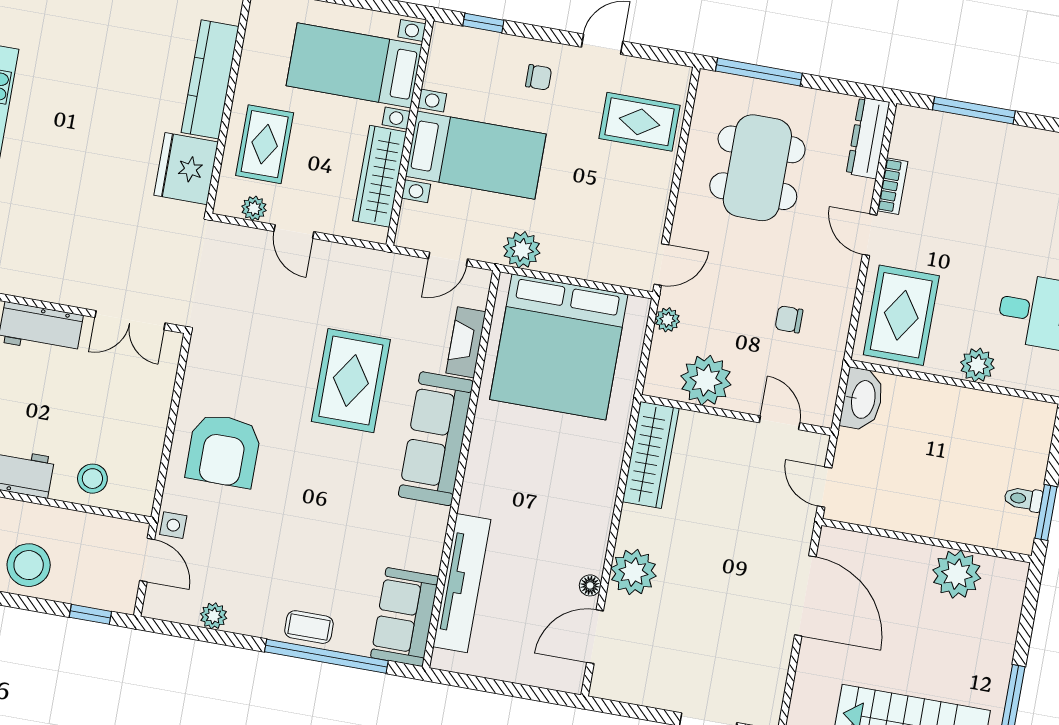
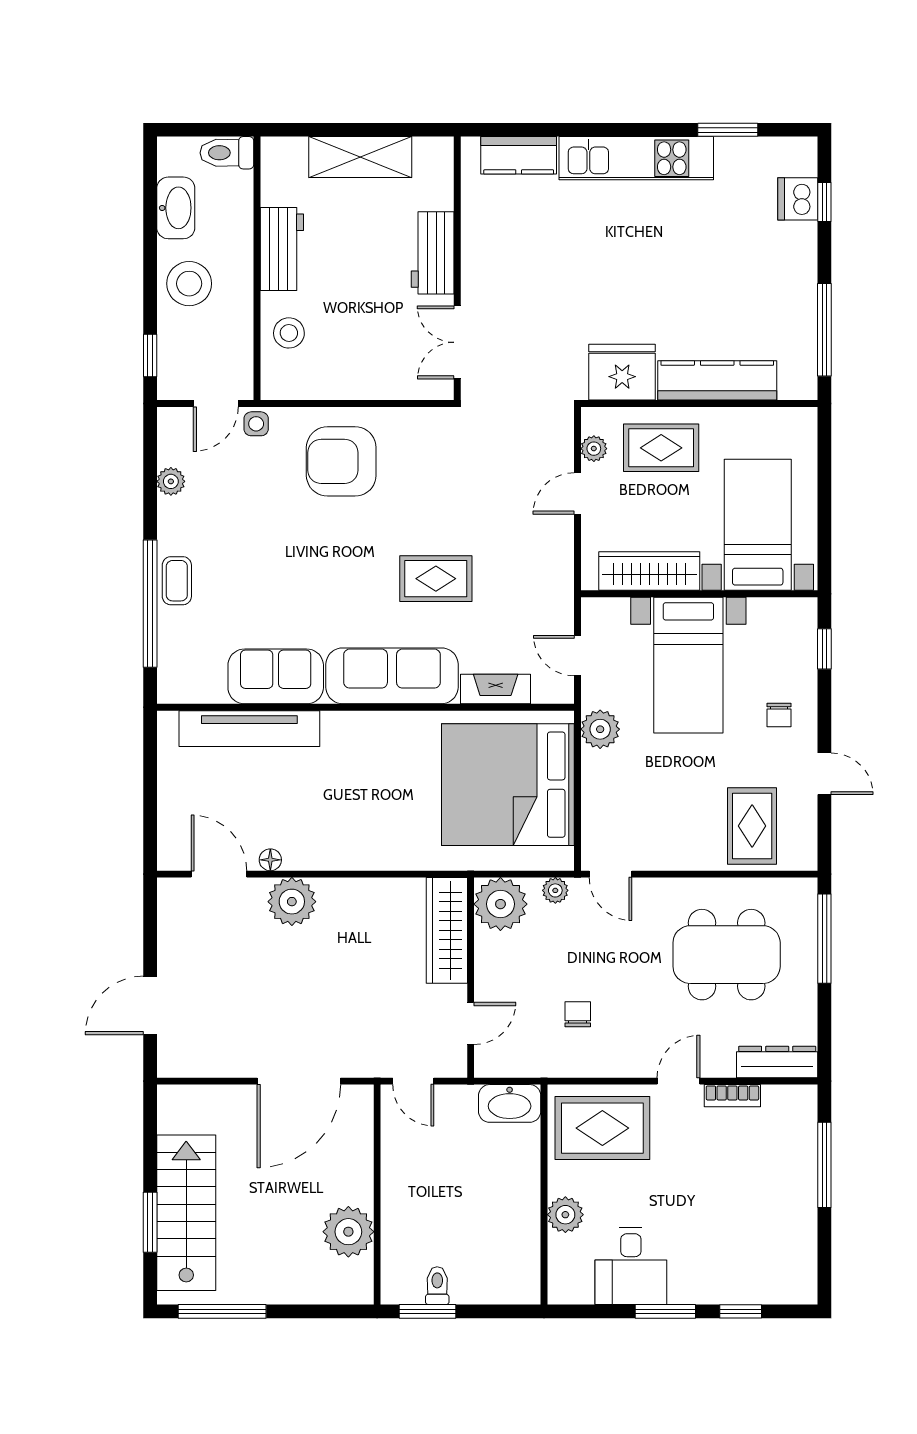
plant: (706, 380) -> (500, 904), moved
rug: (351, 381) -> (436, 579), width x0.73, depth x0.70
wardrobe: (651, 455) -> (447, 930), moved, turned 90
door: (825, 487) -> (413, 1081), swing flipped
sofa: (405, 617) -> (276, 676), moved

